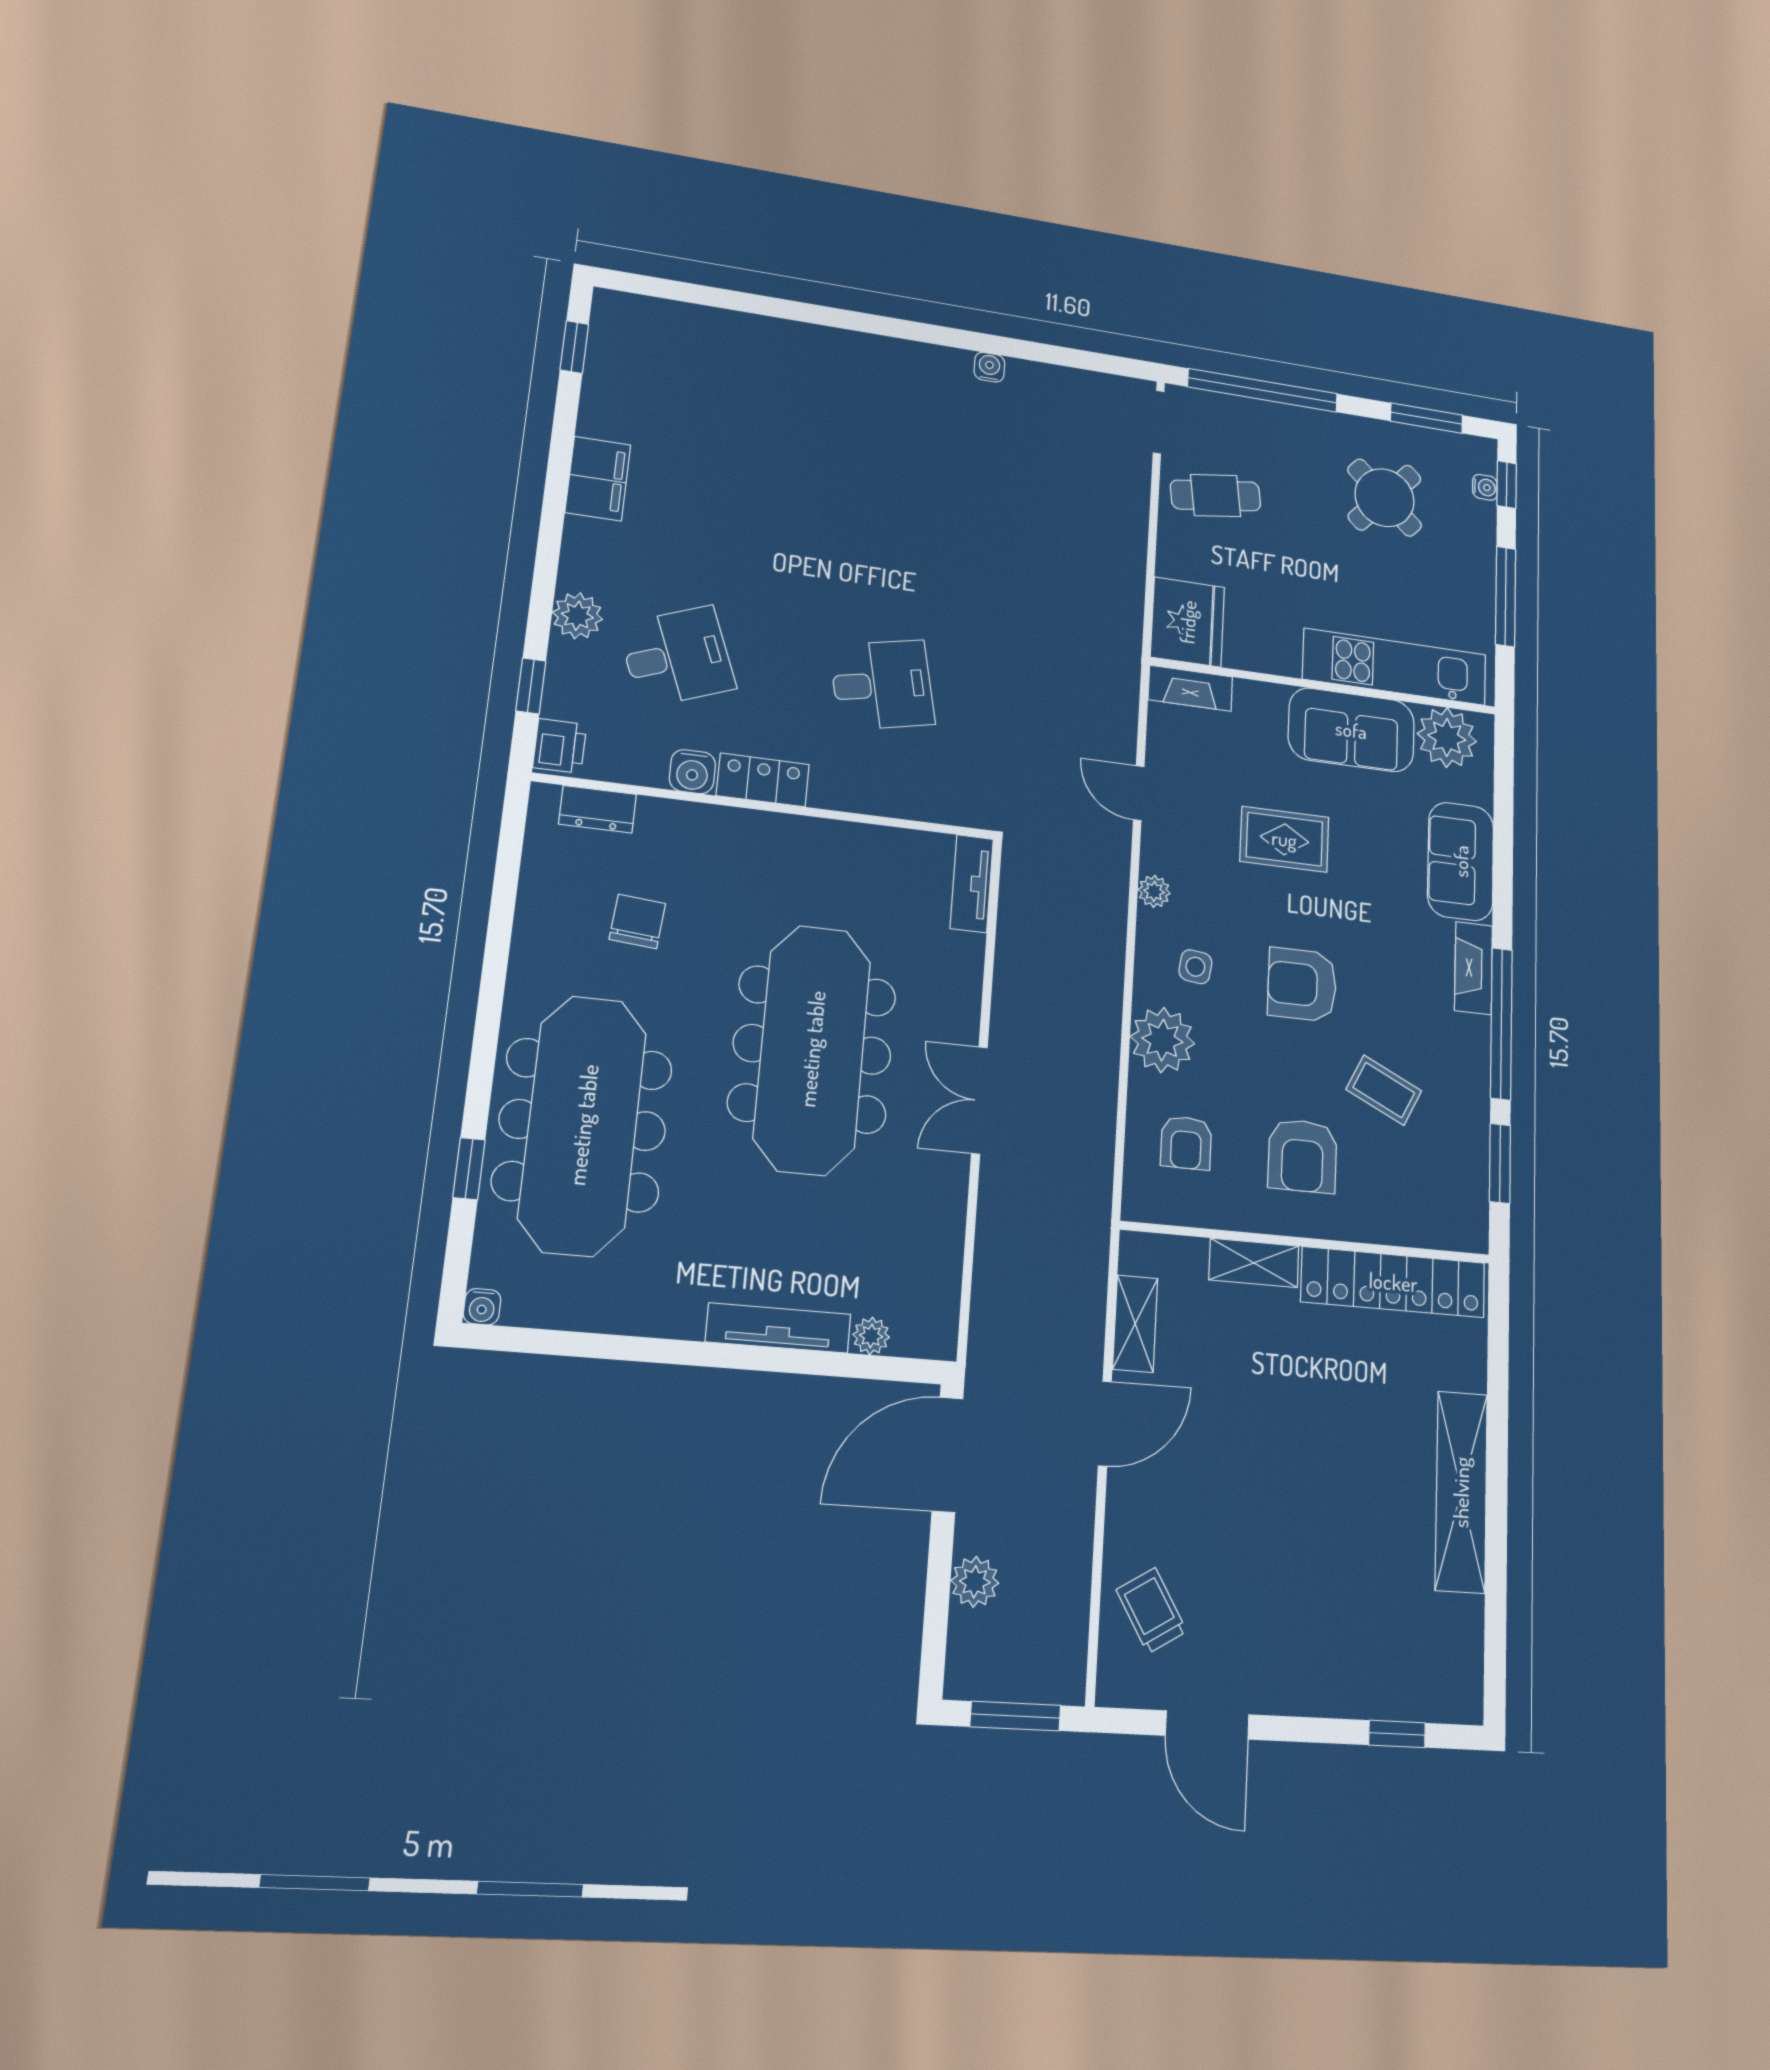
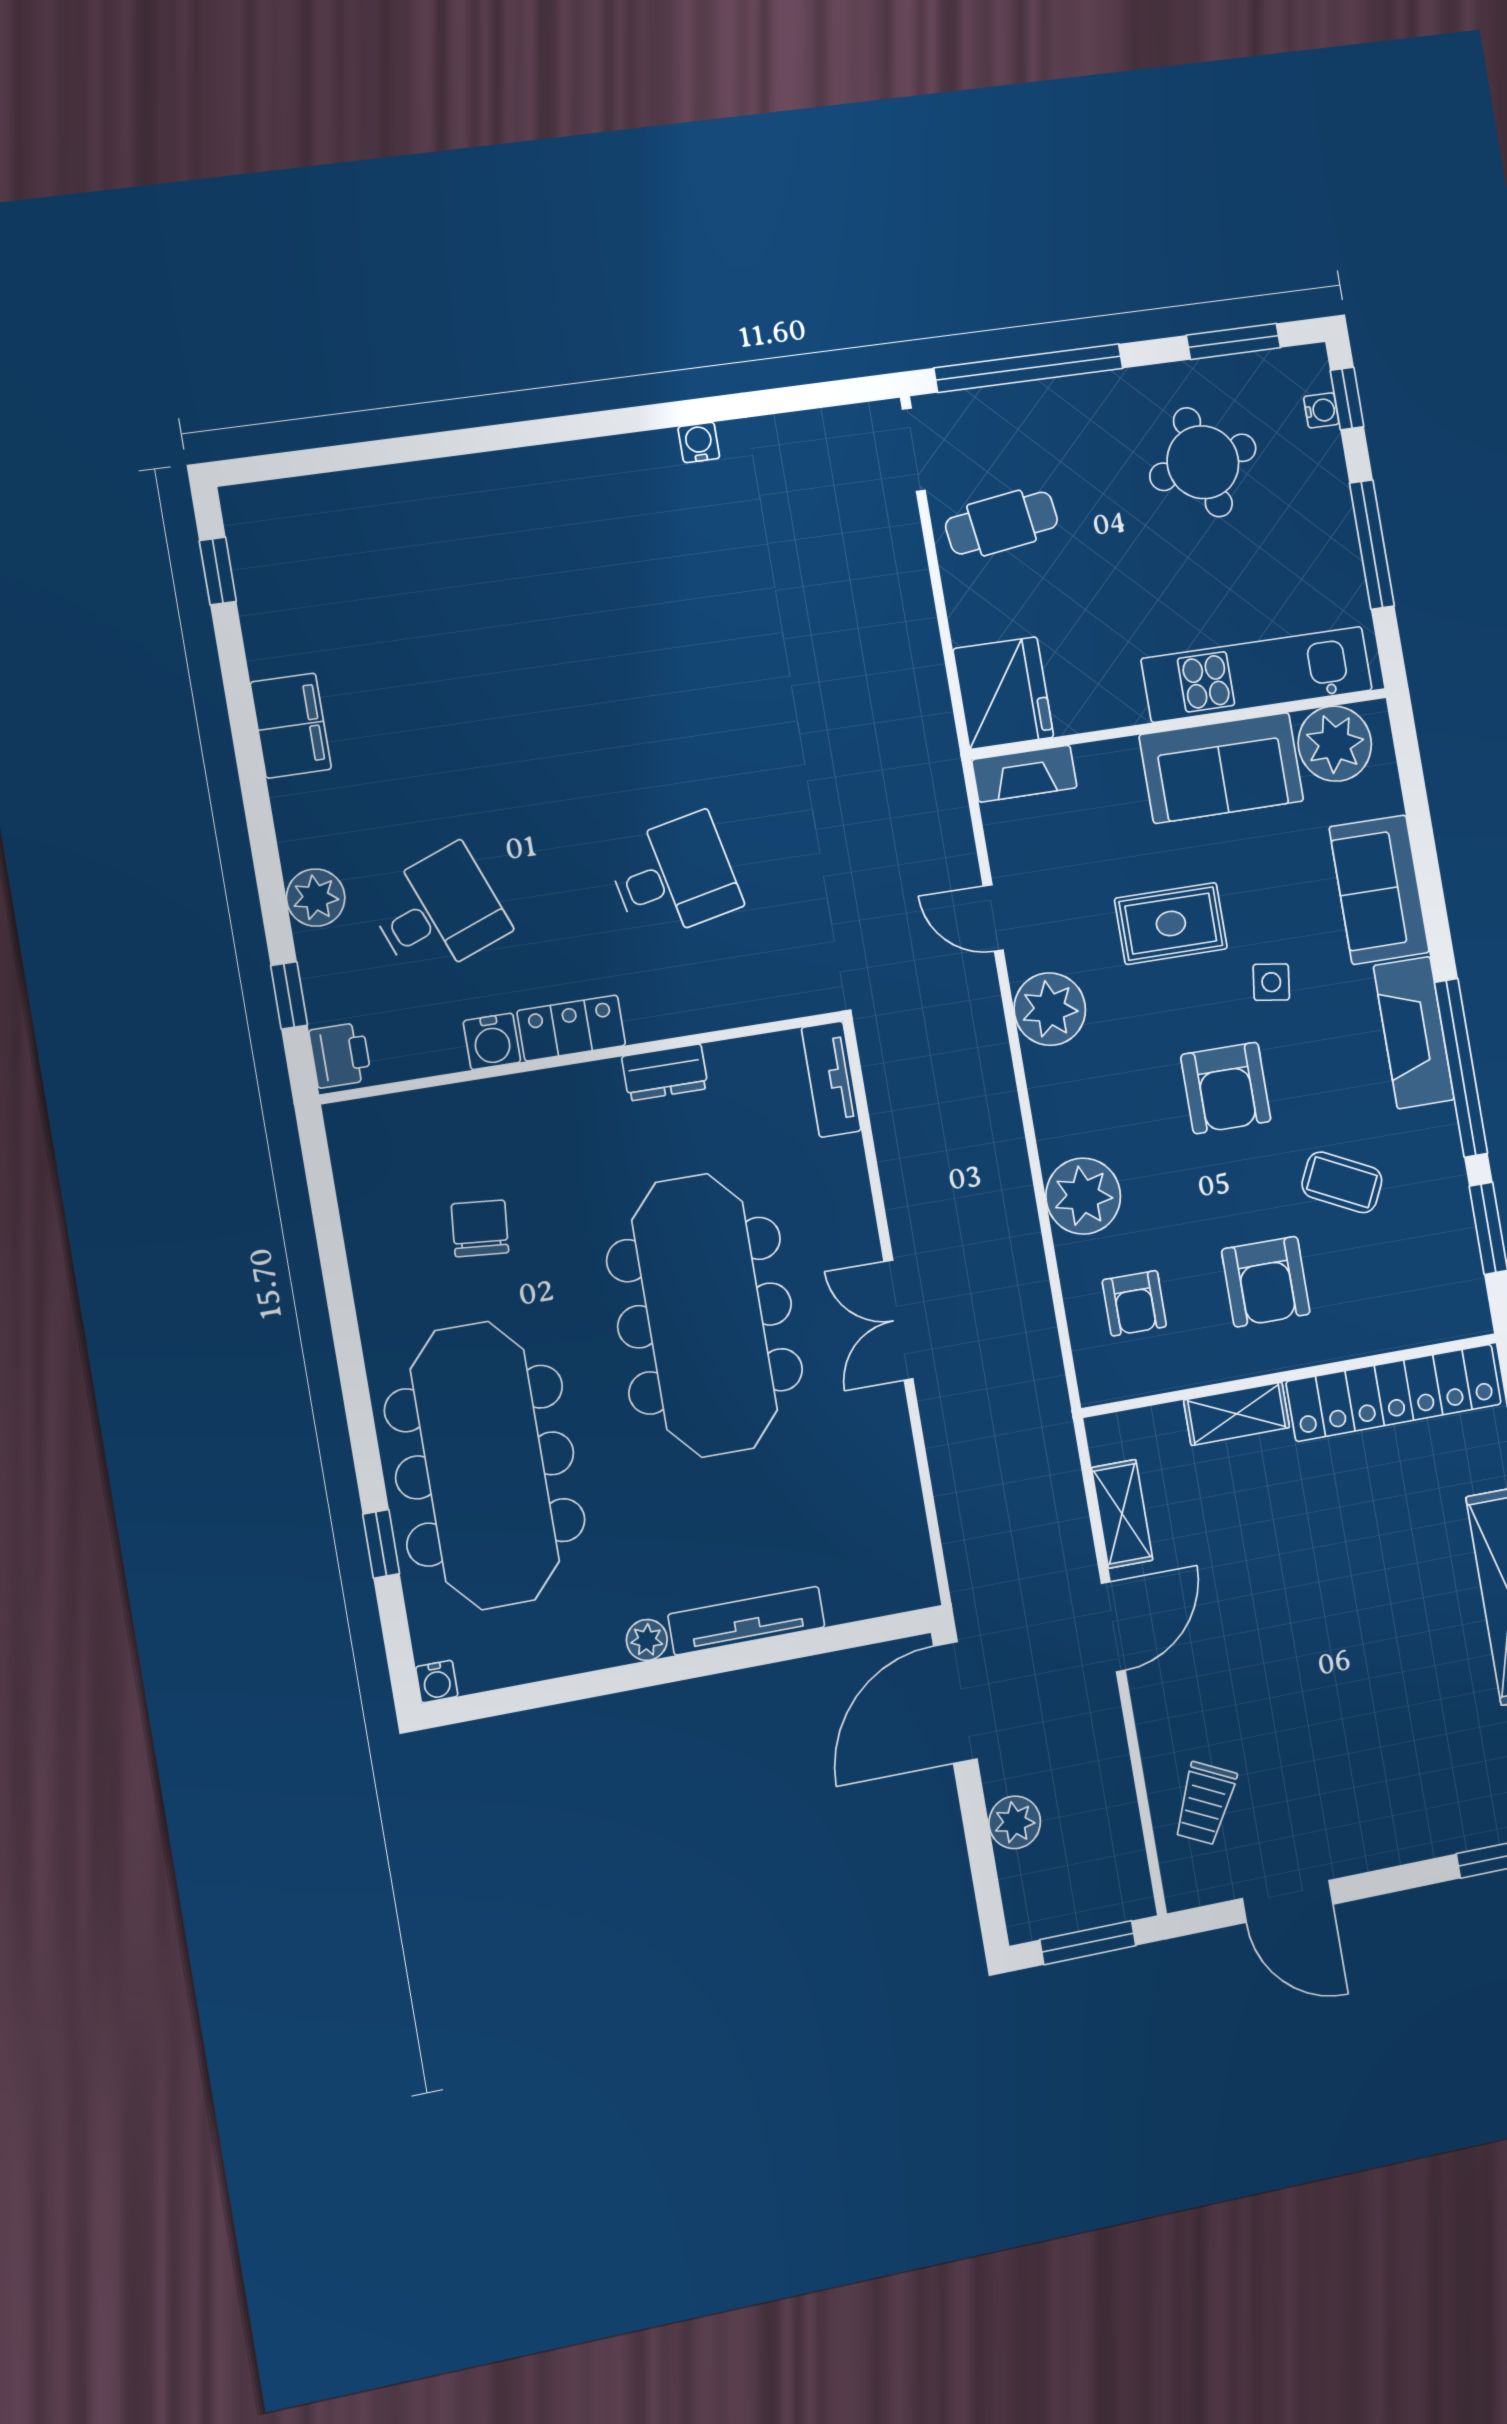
round table: (1385, 498) -> (1203, 462), turned 35
dresser: (598, 809) -> (665, 1072), moved
plant: (1154, 891) -> (1050, 1009), width x1.88, depth x1.88
side table: (1195, 967) -> (1271, 982), moved
fireplace: (1473, 968) -> (1414, 1033), width x1.37, depth x1.32
armchair: (1302, 985) -> (1226, 1088), turned -90
plant: (871, 1336) -> (647, 1640), moved
trolley: (1152, 1610) -> (1205, 1803), turned -123

